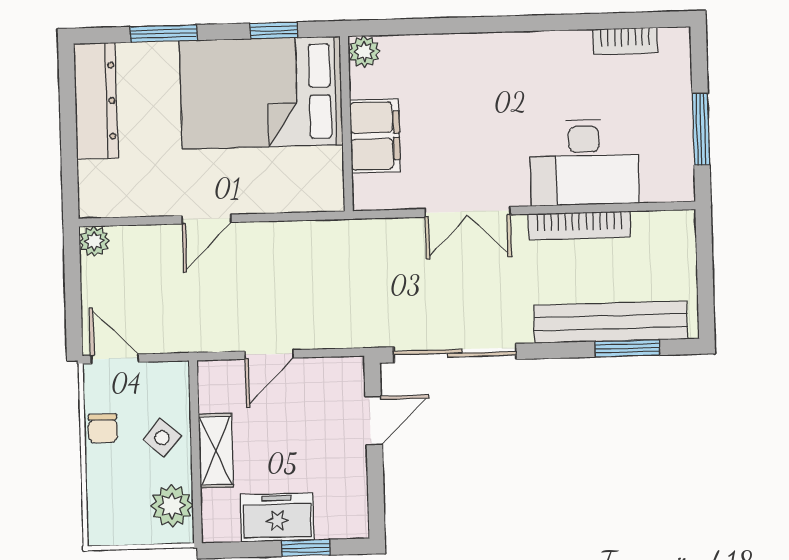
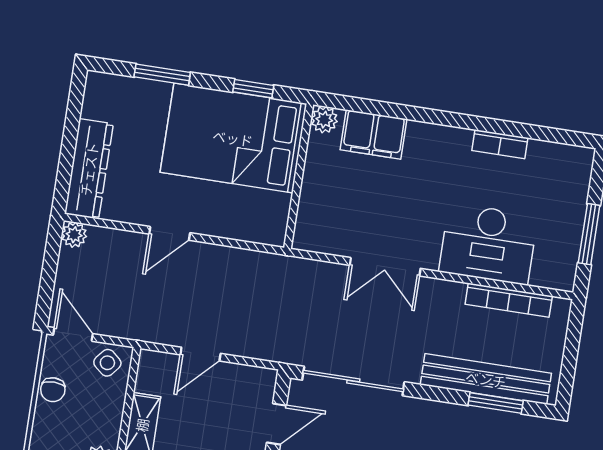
bookcase: (625, 41) -> (500, 144), moved
dresser: (96, 101) -> (89, 169), moved
filing cabinet: (375, 136) -> (374, 134), moved, turned 90
bookcase: (579, 225) -> (509, 300), moved
side table: (162, 438) -> (107, 363), moved

